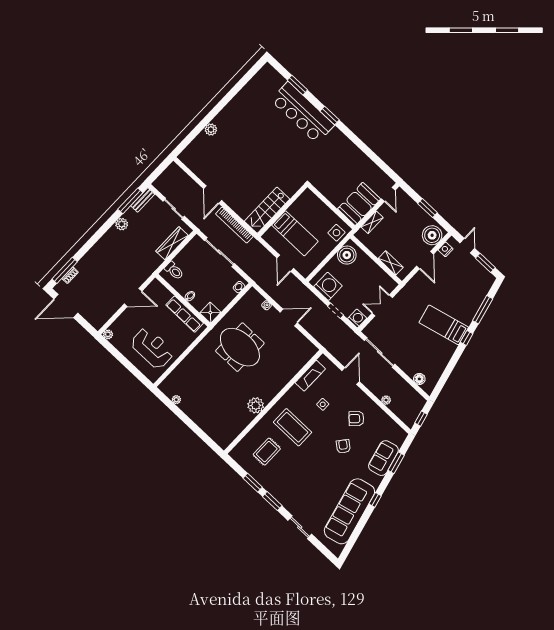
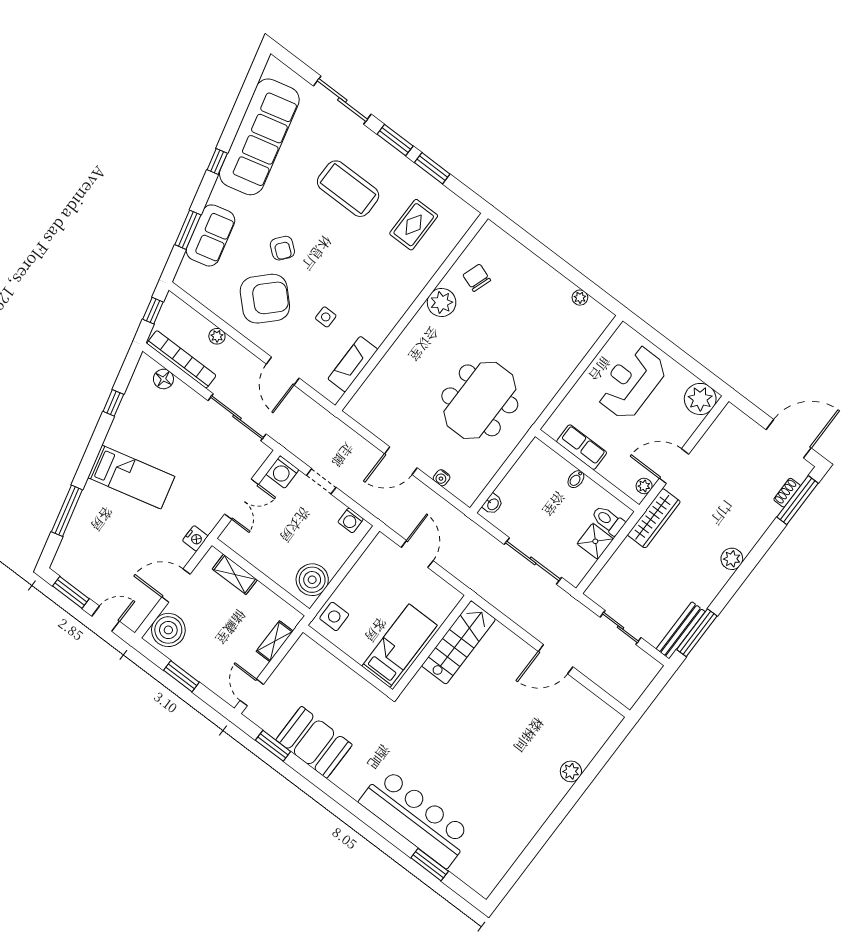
window: (330, 115) -> (273, 746), moved
door: (213, 195) -> (556, 659), swing flipped
bench: (143, 200) -> (681, 630), width x1.36
booth: (359, 204) -> (314, 742), moved, turned 90
plant: (122, 224) -> (732, 559), moved
bookcase: (234, 225) -> (181, 359), moved
bed: (295, 233) -> (399, 646), moved, turned 90
wardrobe: (172, 243) -> (654, 518), moved
door: (467, 246) -> (106, 619), swing flipped
nightstand: (446, 249) -> (195, 538), moved
door: (425, 260) -> (176, 586), hinge flipped
washing machine: (328, 286) -> (351, 520), width x0.53, depth x0.53
plant: (151, 288) -> (644, 486), added
shower: (210, 313) -> (595, 541), moved
row of seats: (185, 314) -> (582, 447), width x0.68
plant: (108, 334) -> (700, 399), width x1.88, depth x1.88
window: (467, 338) -> (113, 403), moved
meeting table: (240, 347) -> (480, 400), turned 90
reception desk: (152, 348) -> (631, 382), turned 90
chair: (234, 417) -> (477, 278), added
armchair: (356, 419) -> (265, 299), width x1.88, depth x1.88
coffee table: (293, 427) -> (348, 189), moved
sliding door: (300, 527) -> (342, 100), width x1.37

